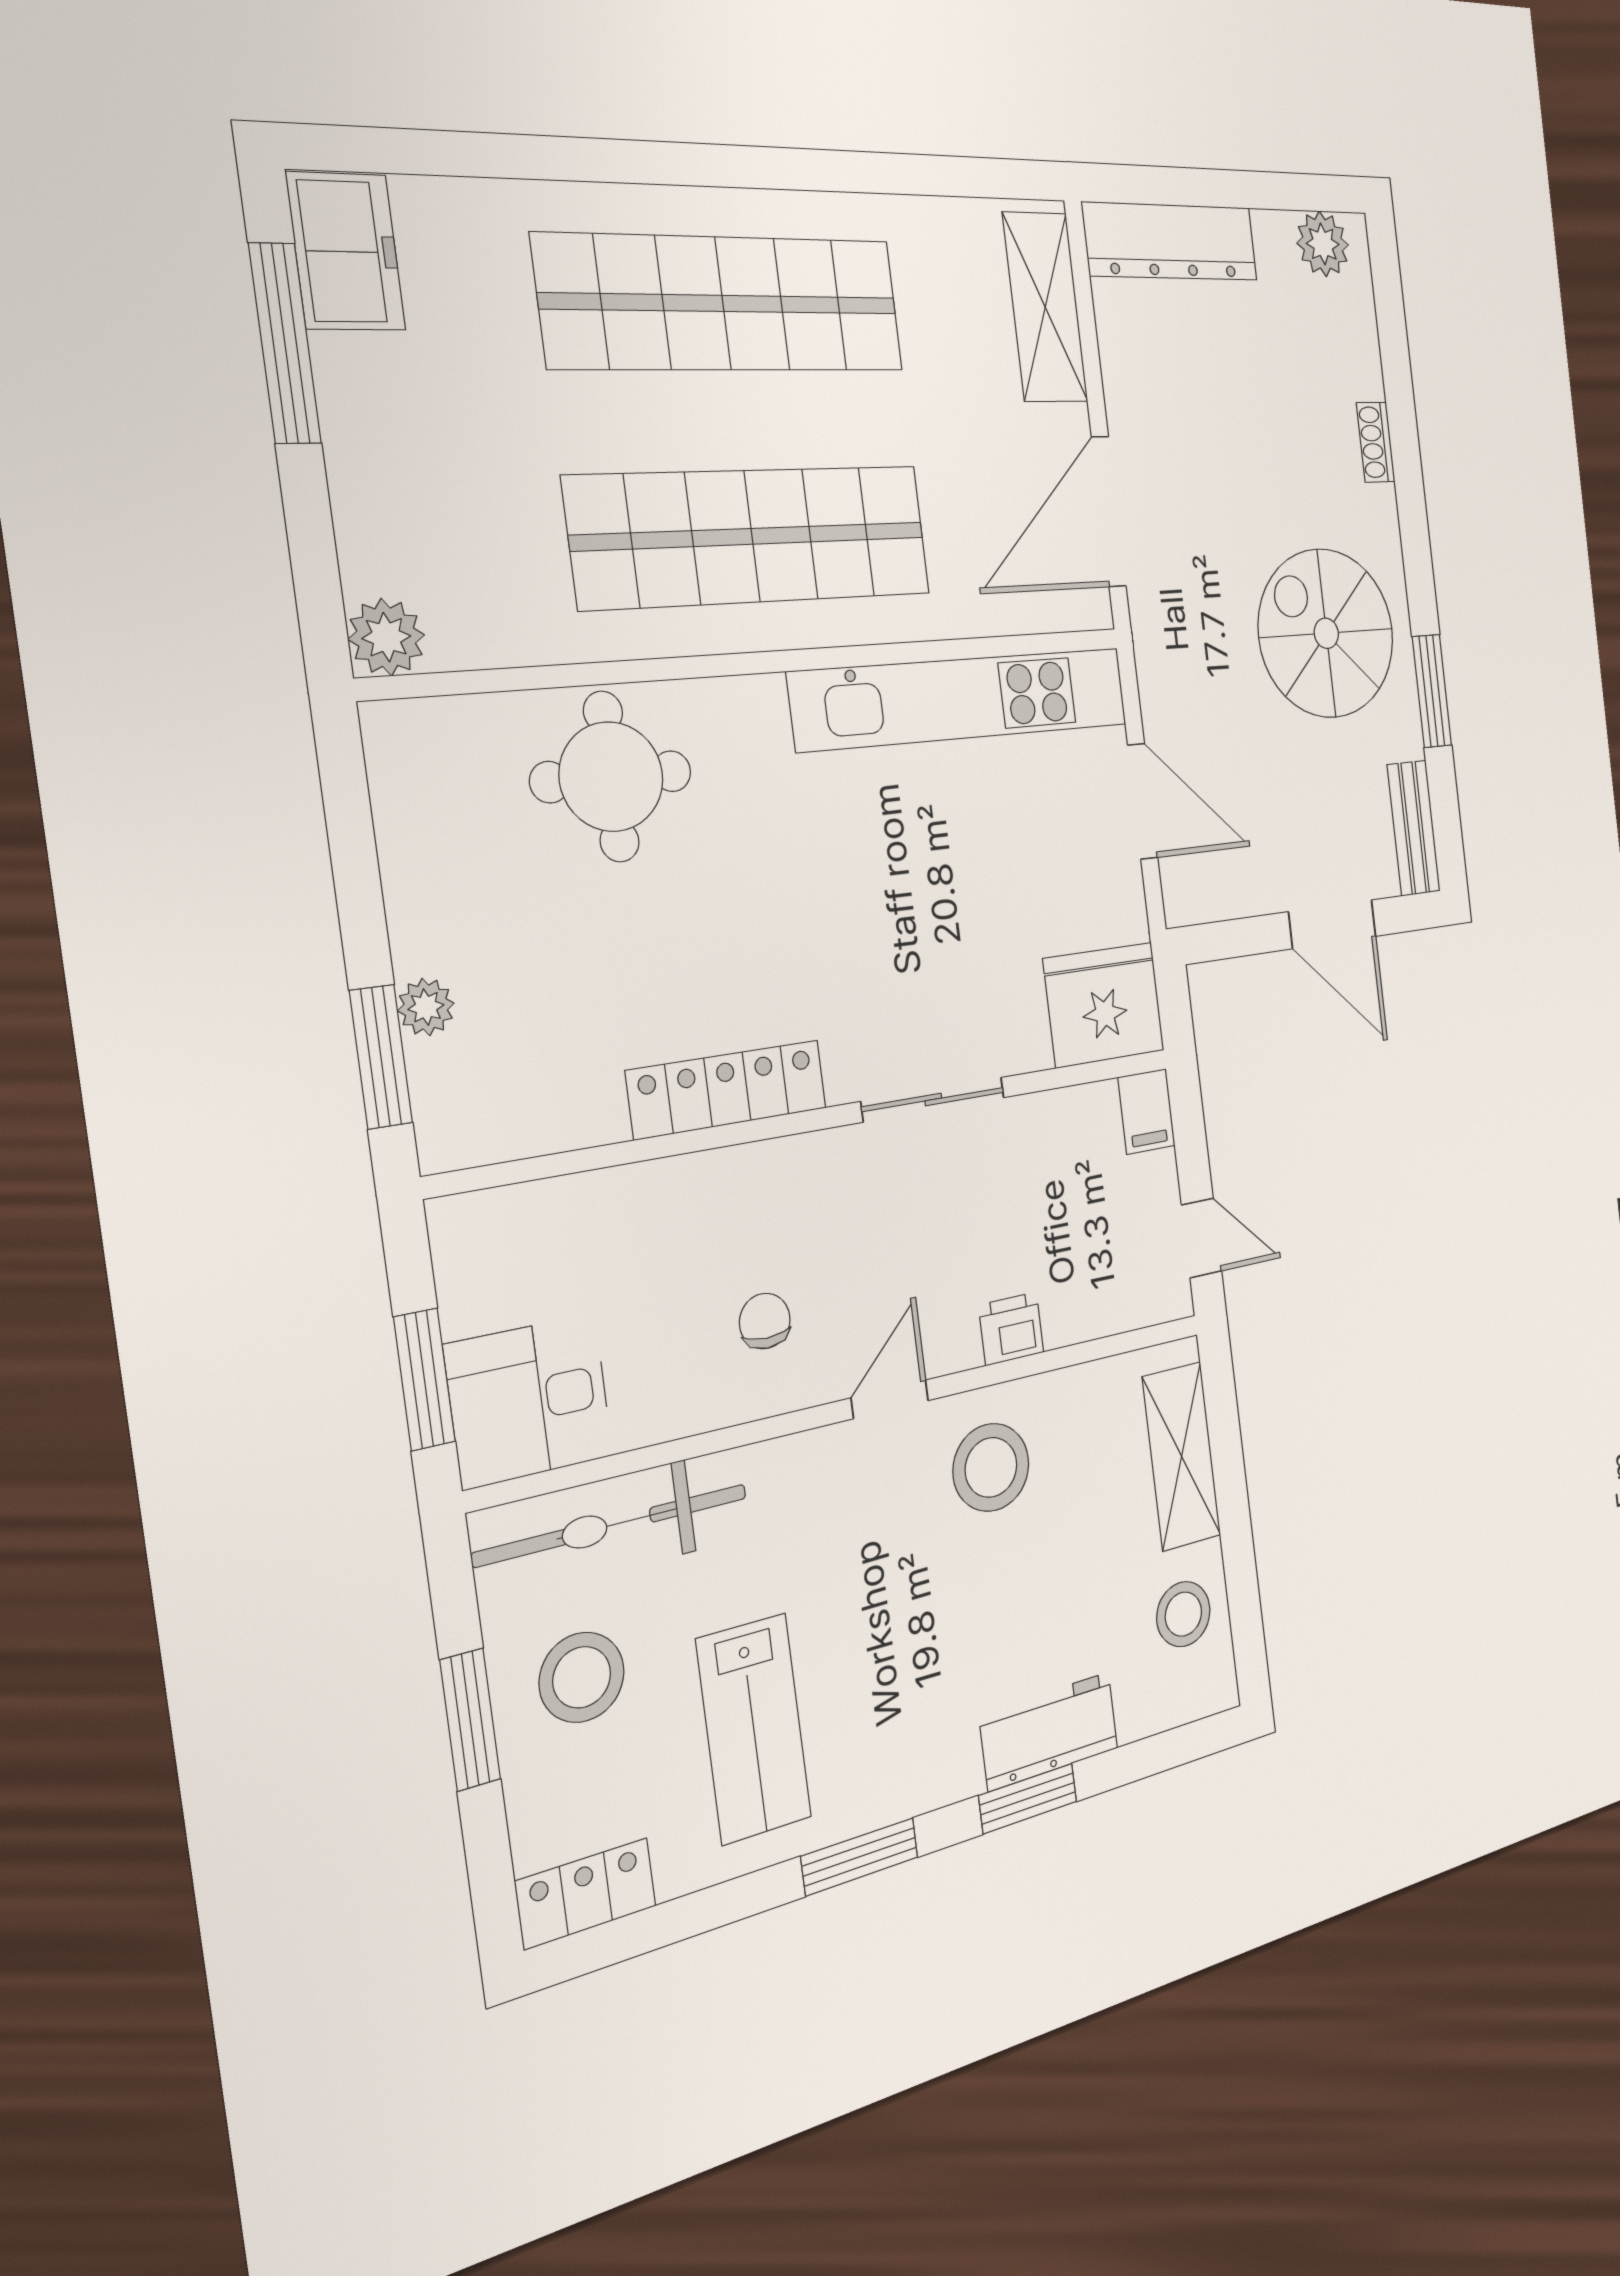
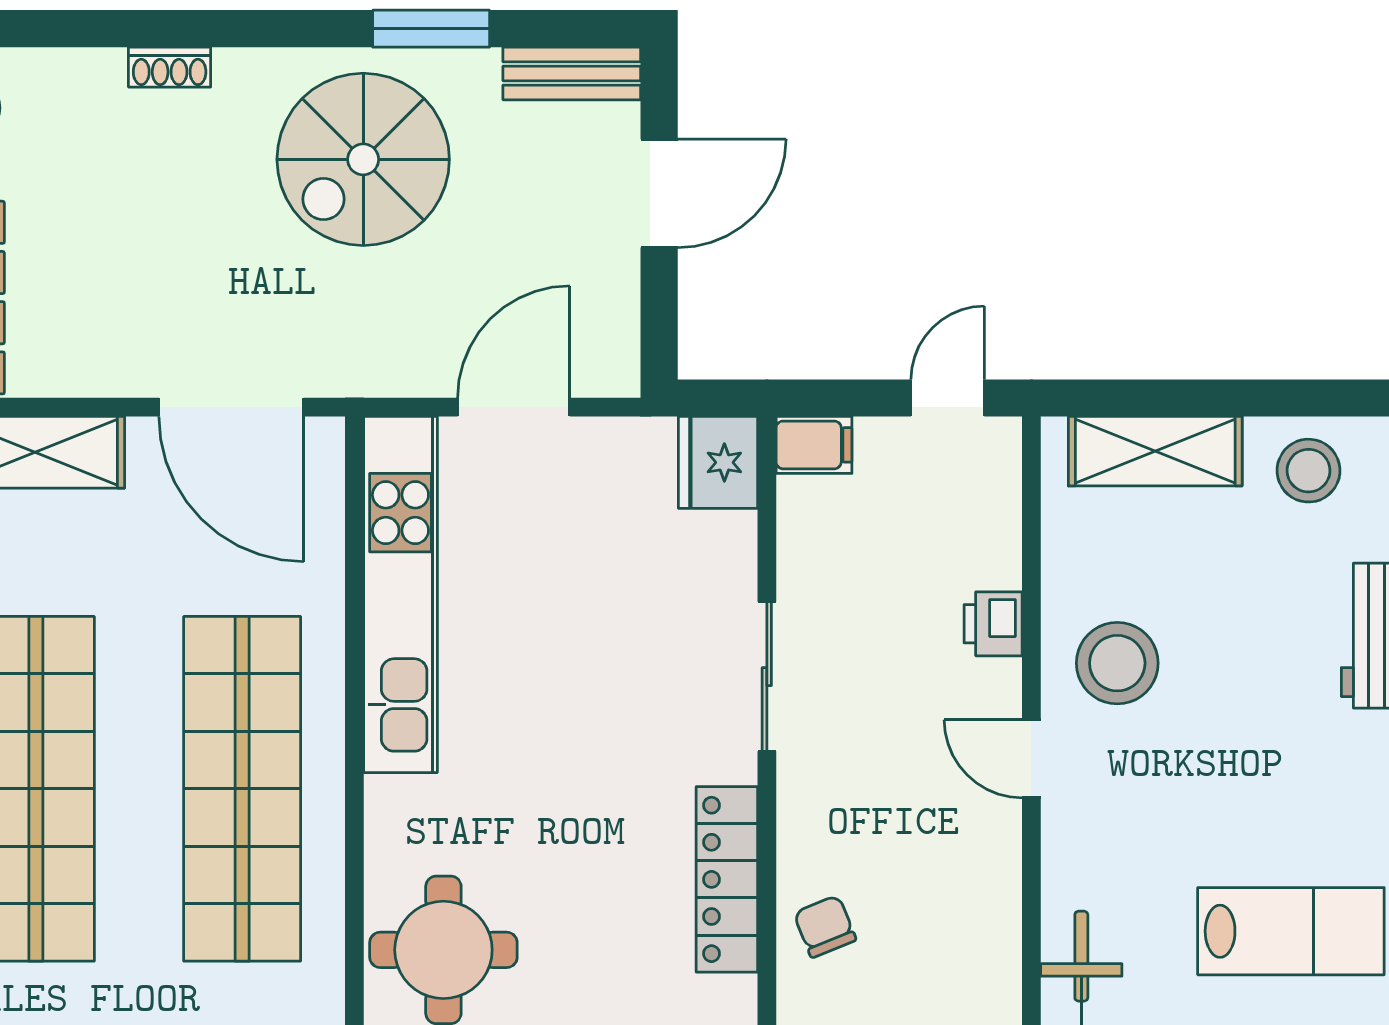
fridge: (1104, 1005) -> (718, 462), width x0.73, depth x0.75
chair: (765, 1321) -> (825, 926), moved, turned 68

